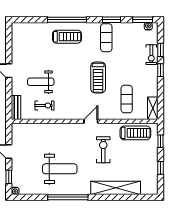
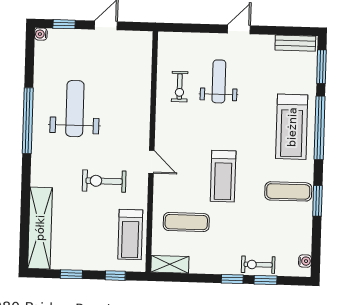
window: (143, 20) -> (321, 67), moved
treadmill: (67, 37) -> (292, 127), width x1.37, depth x1.38
treadmill: (98, 78) -> (223, 176), turned -90
bench: (16, 108) -> (295, 43), moved
exercise bike: (103, 150) -> (104, 181), turned 180
weight bench: (60, 169) -> (75, 109), turned 180
shelving: (116, 188) -> (40, 228), moved

